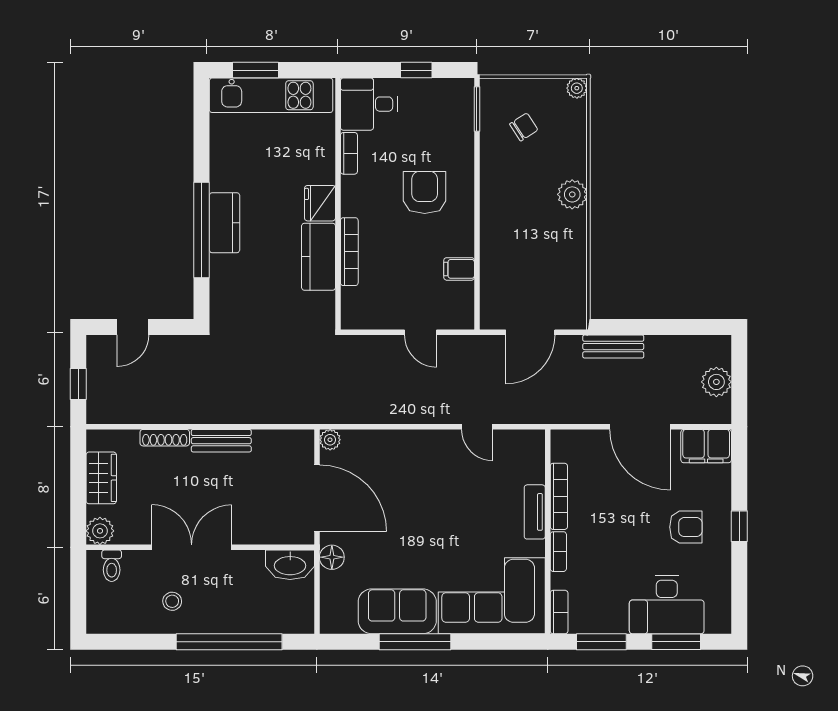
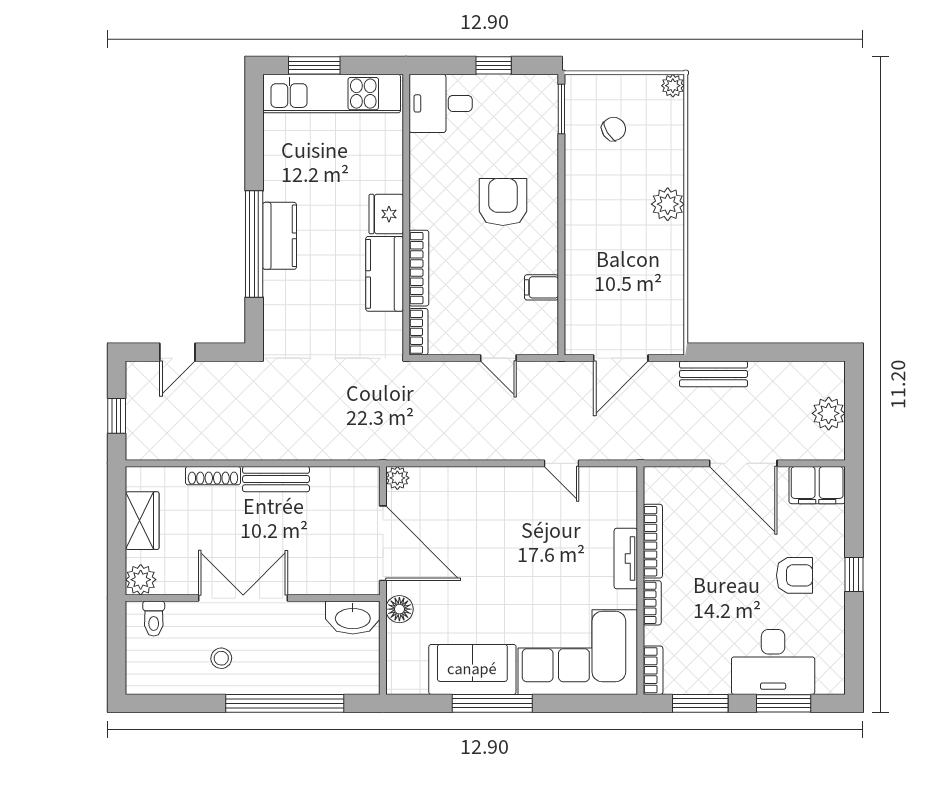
bookcase: (349, 153) -> (419, 332), moved

